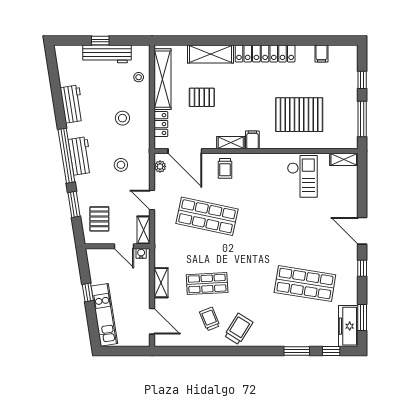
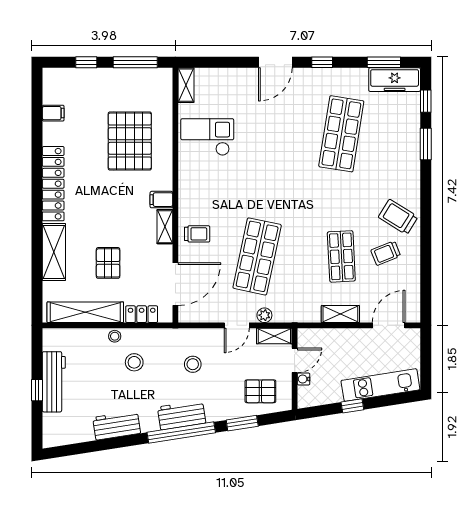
stool: (139, 77) -> (115, 336), moved
plant: (160, 166) -> (264, 315), moved
water cooler: (141, 253) -> (304, 379), moved

